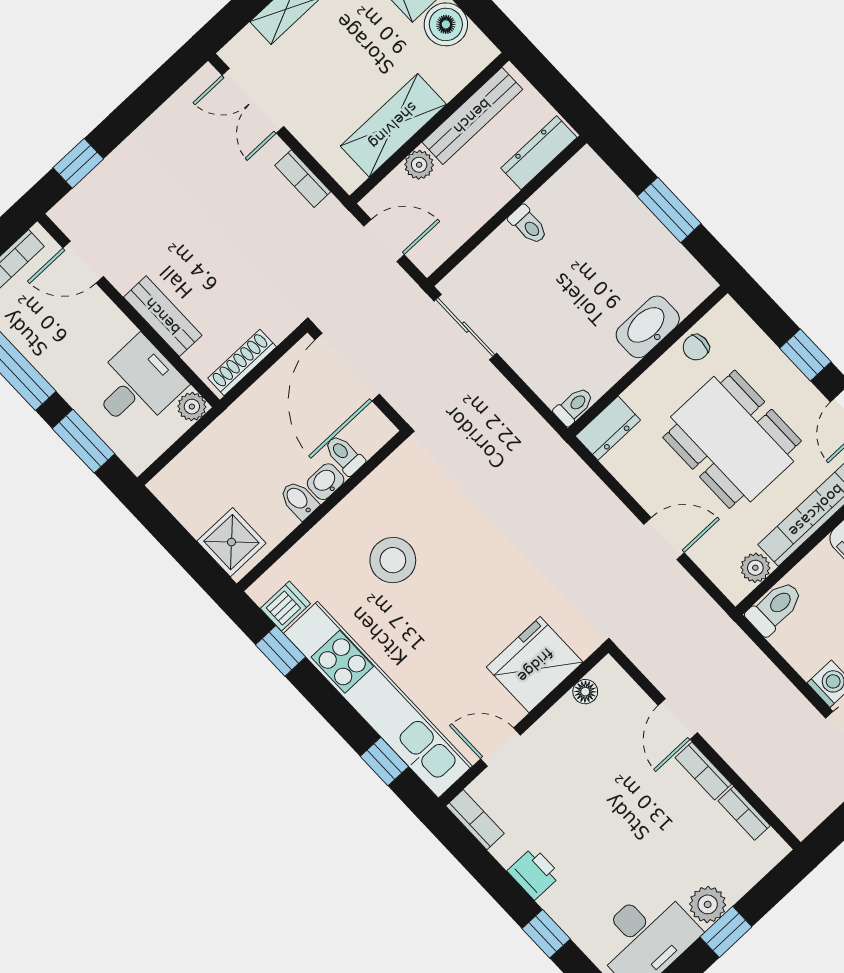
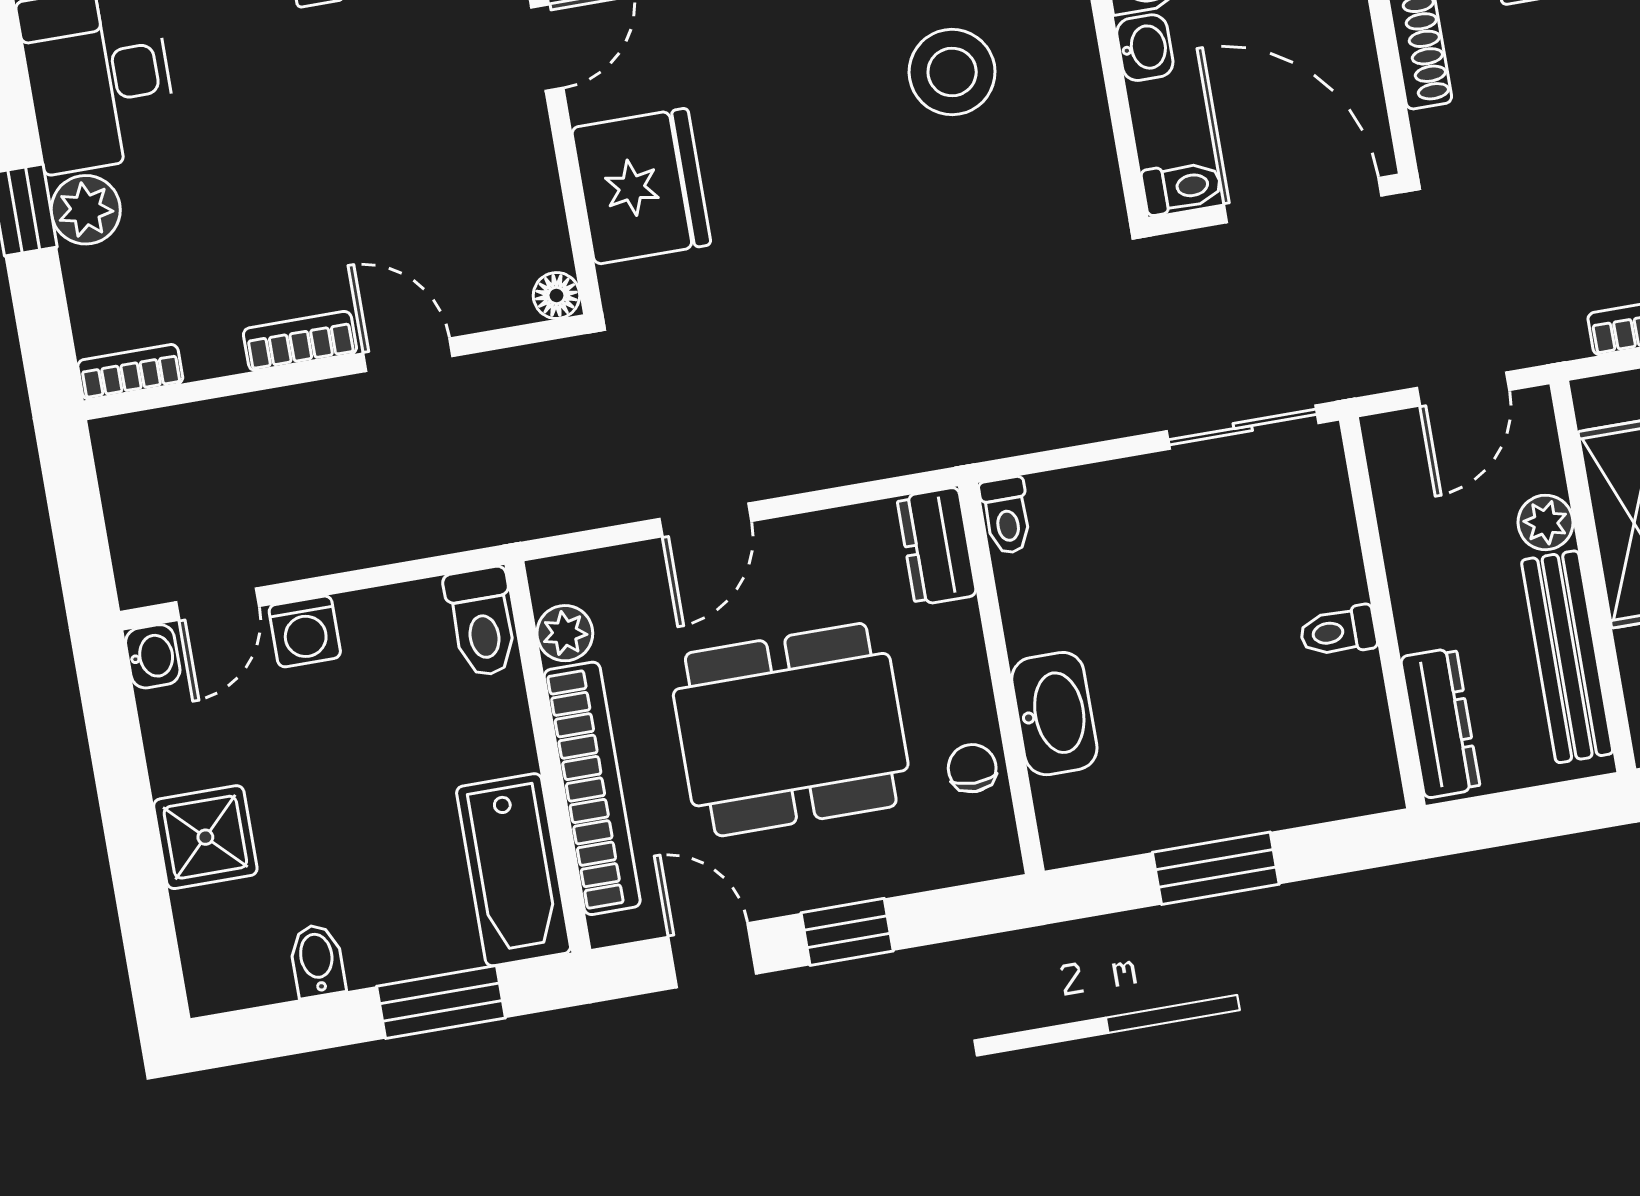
toilet: (344, 455) -> (1182, 187), moved
floor lamp: (585, 692) -> (556, 295), moved
bookcase: (744, 813) -> (130, 372), moved

